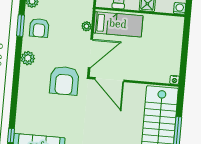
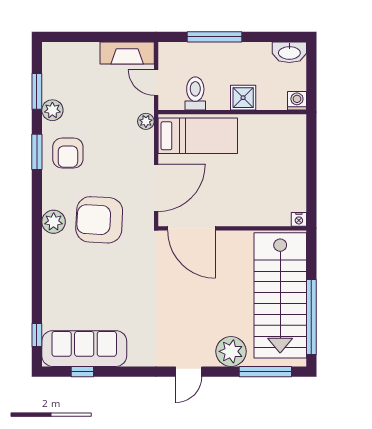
plant: (87, 26) -> (146, 121), moved
plant: (28, 58) -> (54, 222), moved
armchair: (64, 81) -> (99, 220), moved, turned 93

